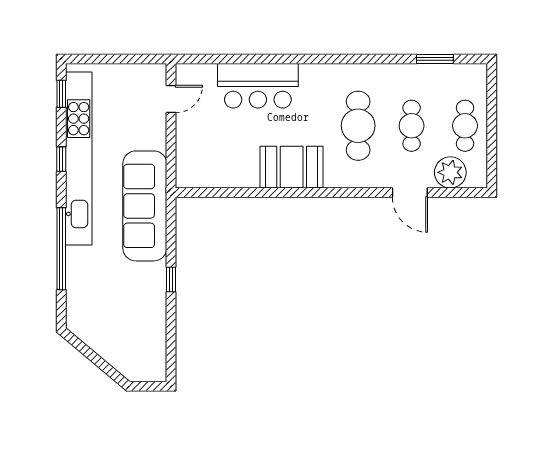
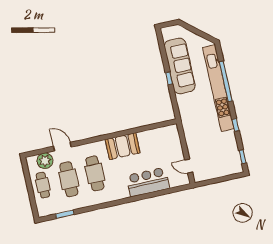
door: (171, 99) -> (189, 166), hinge flipped
cafe table: (412, 126) -> (69, 179), width x1.37, depth x1.35
kitchen unit: (79, 158) -> (218, 88), moved
sofa: (145, 206) -> (180, 66), moved

